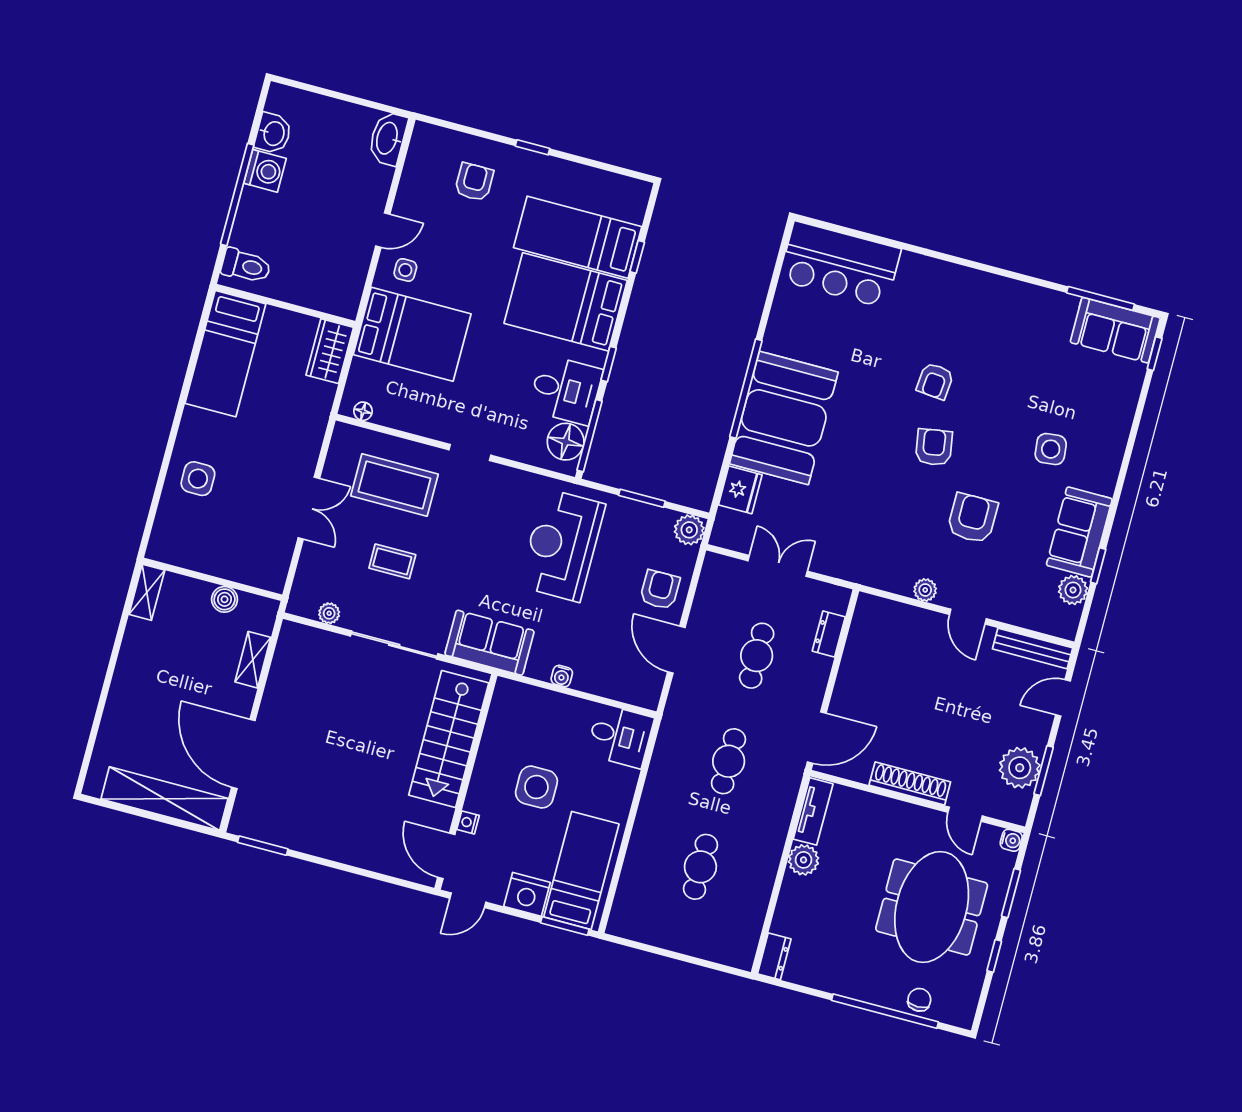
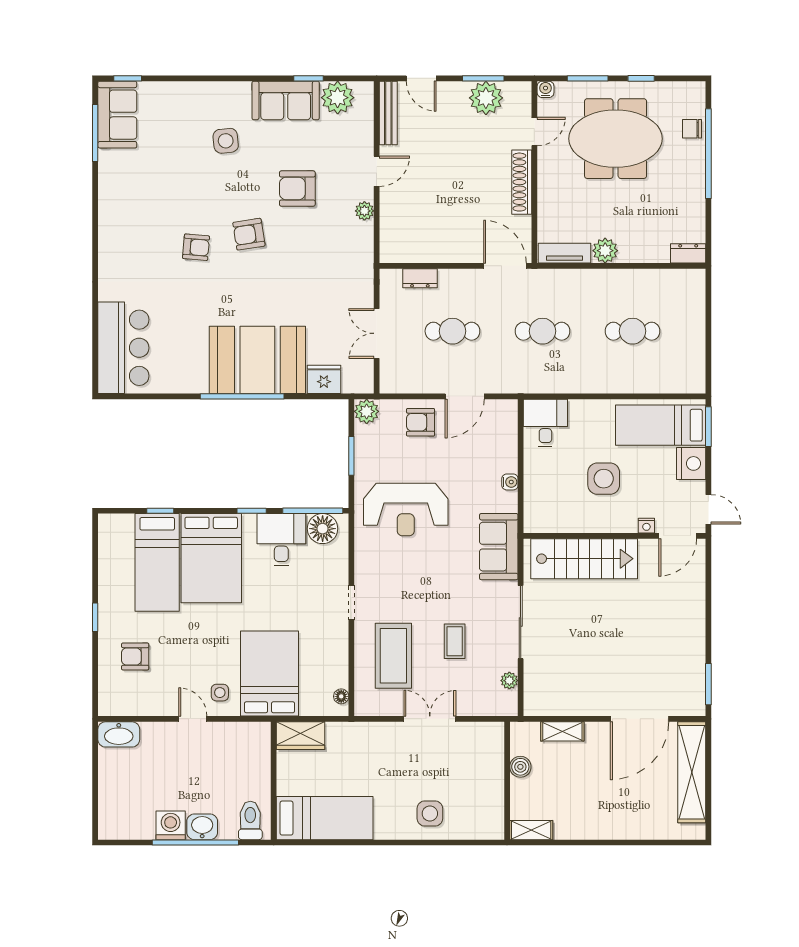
washbasin: (273, 133) -> (202, 827), moved
plant: (1073, 590) -> (338, 98), width x1.36, depth x1.36

